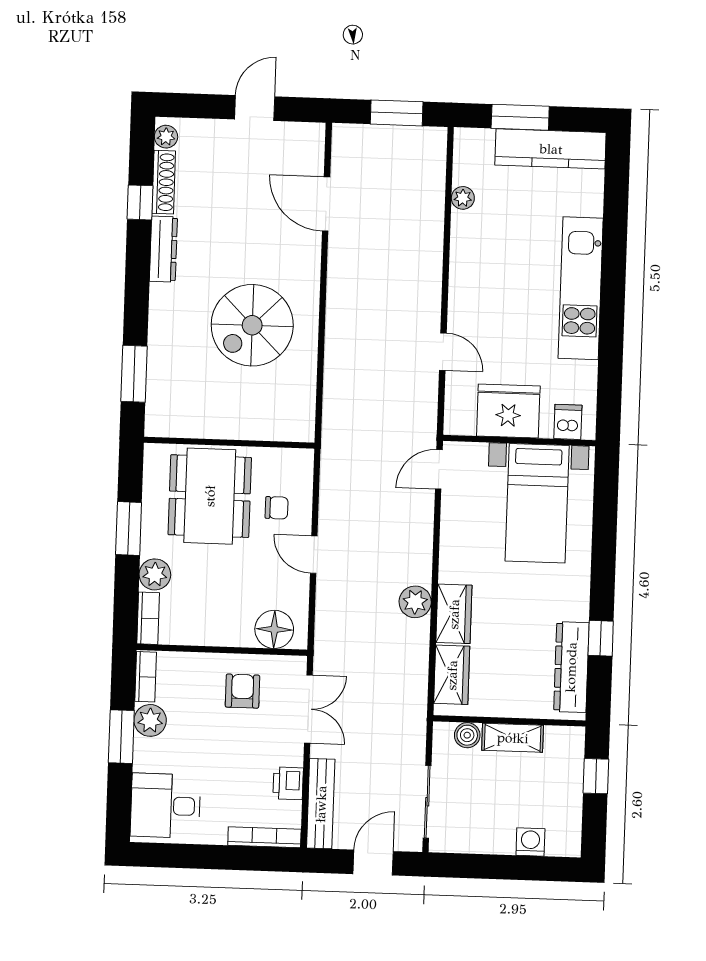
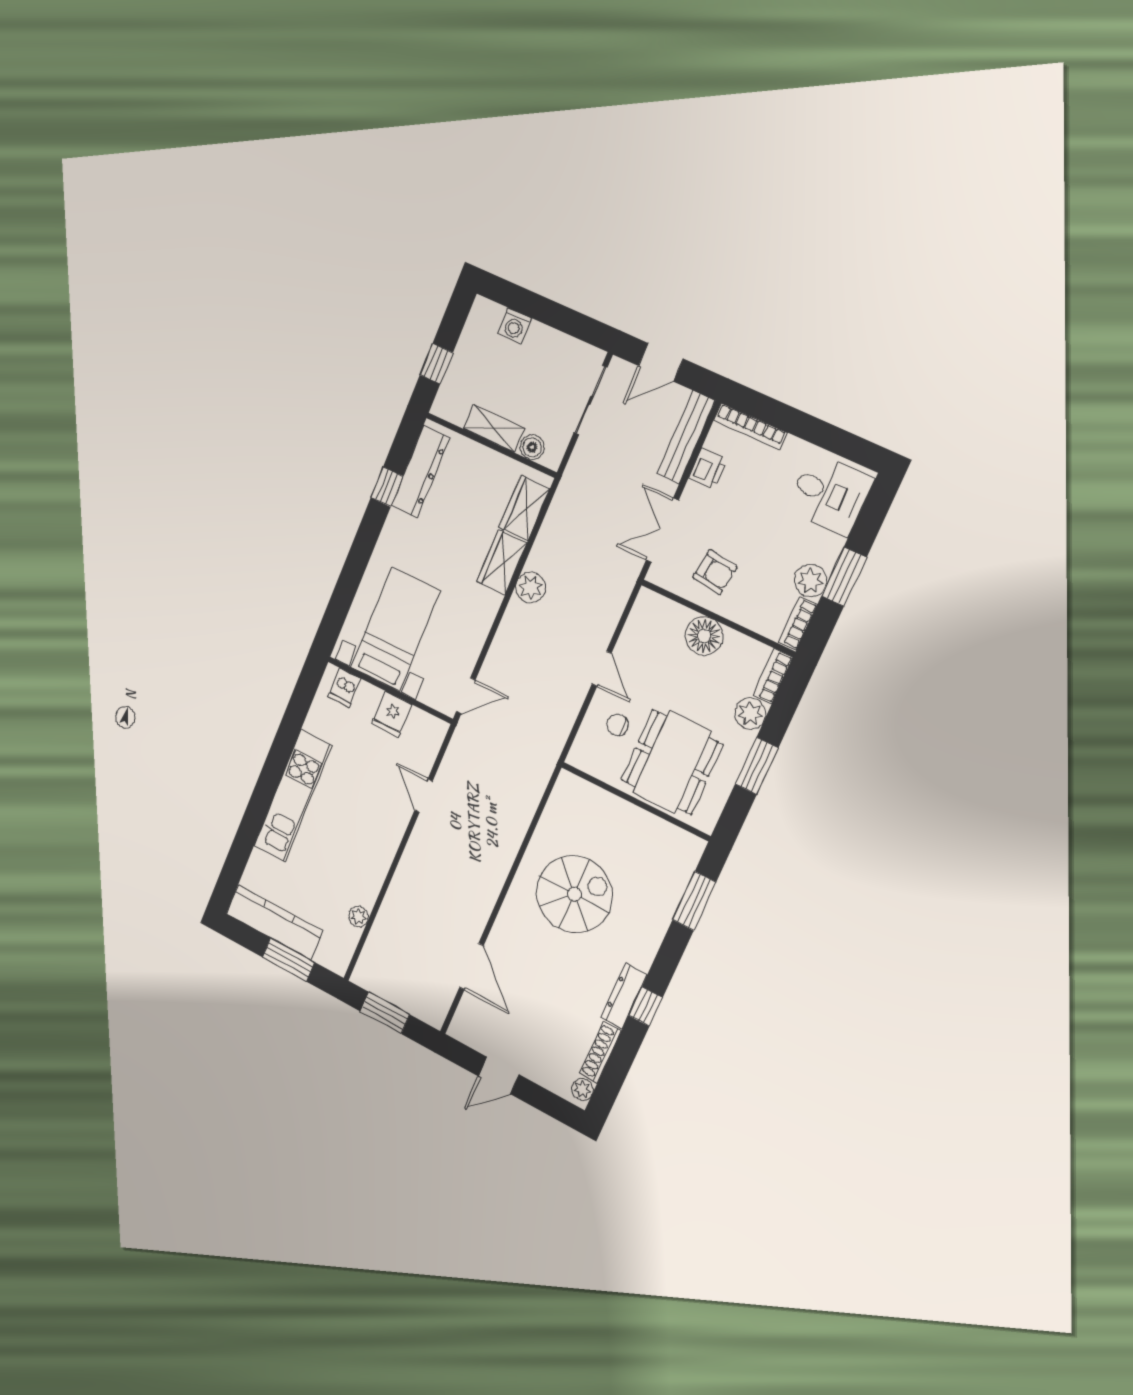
window: (140, 202) -> (646, 1007), moved
fridge: (508, 411) -> (392, 714), width x0.53, depth x0.75
floor lamp: (274, 629) -> (704, 636), moved
armchair: (242, 691) -> (715, 572), turned -82

